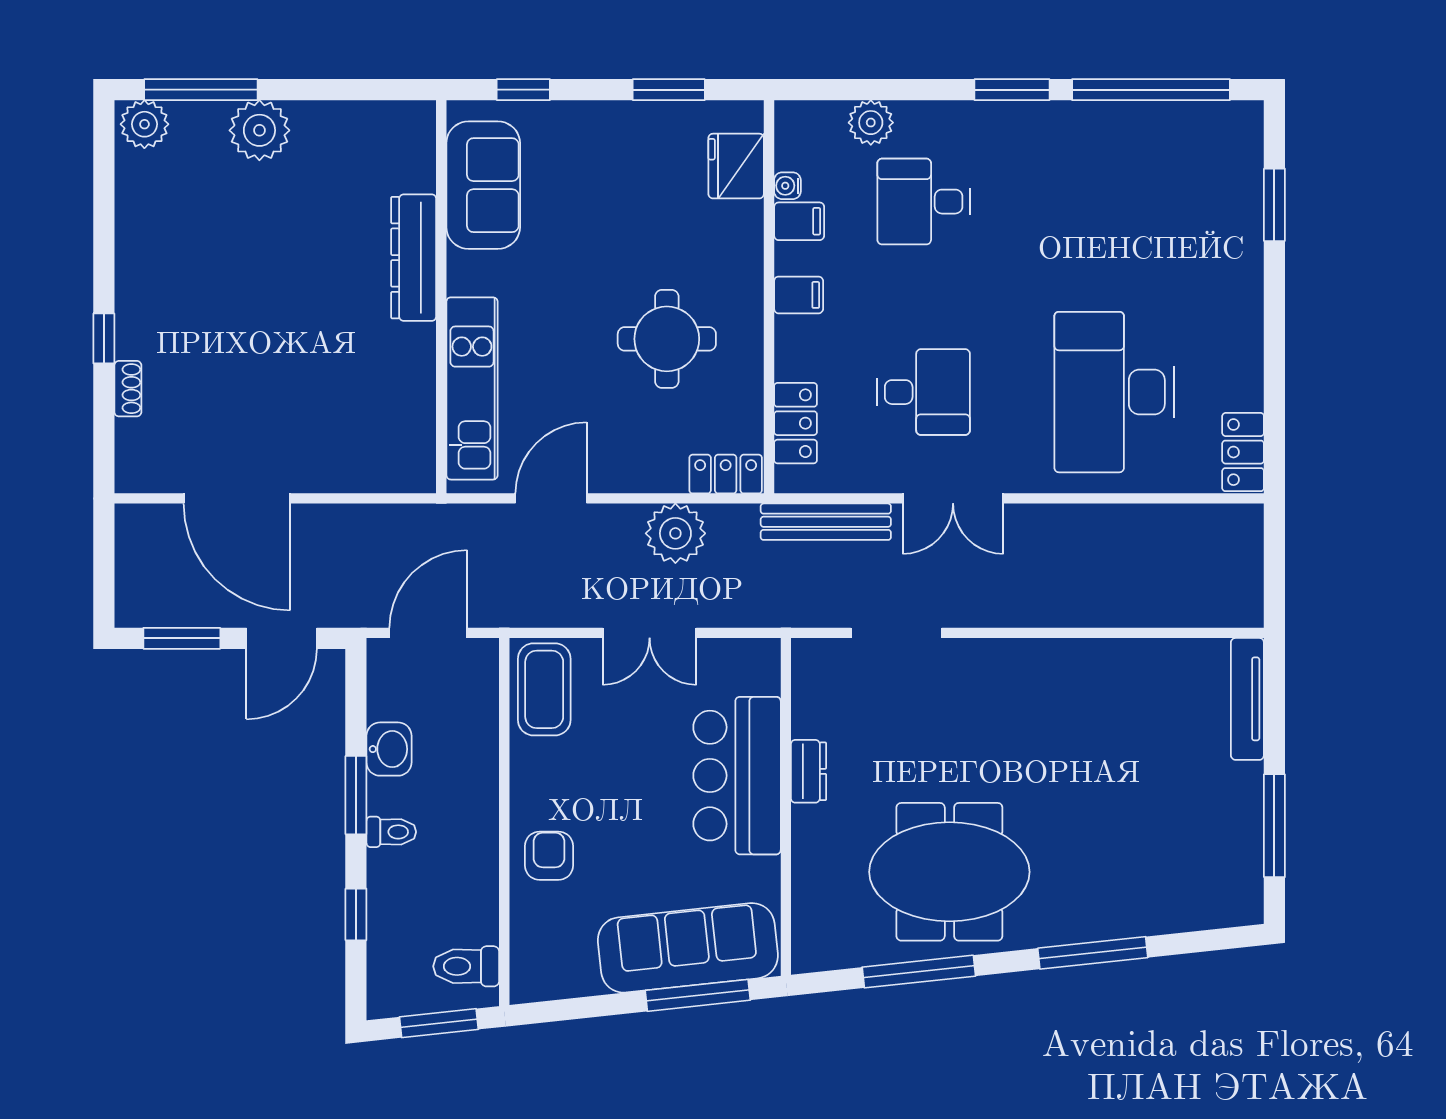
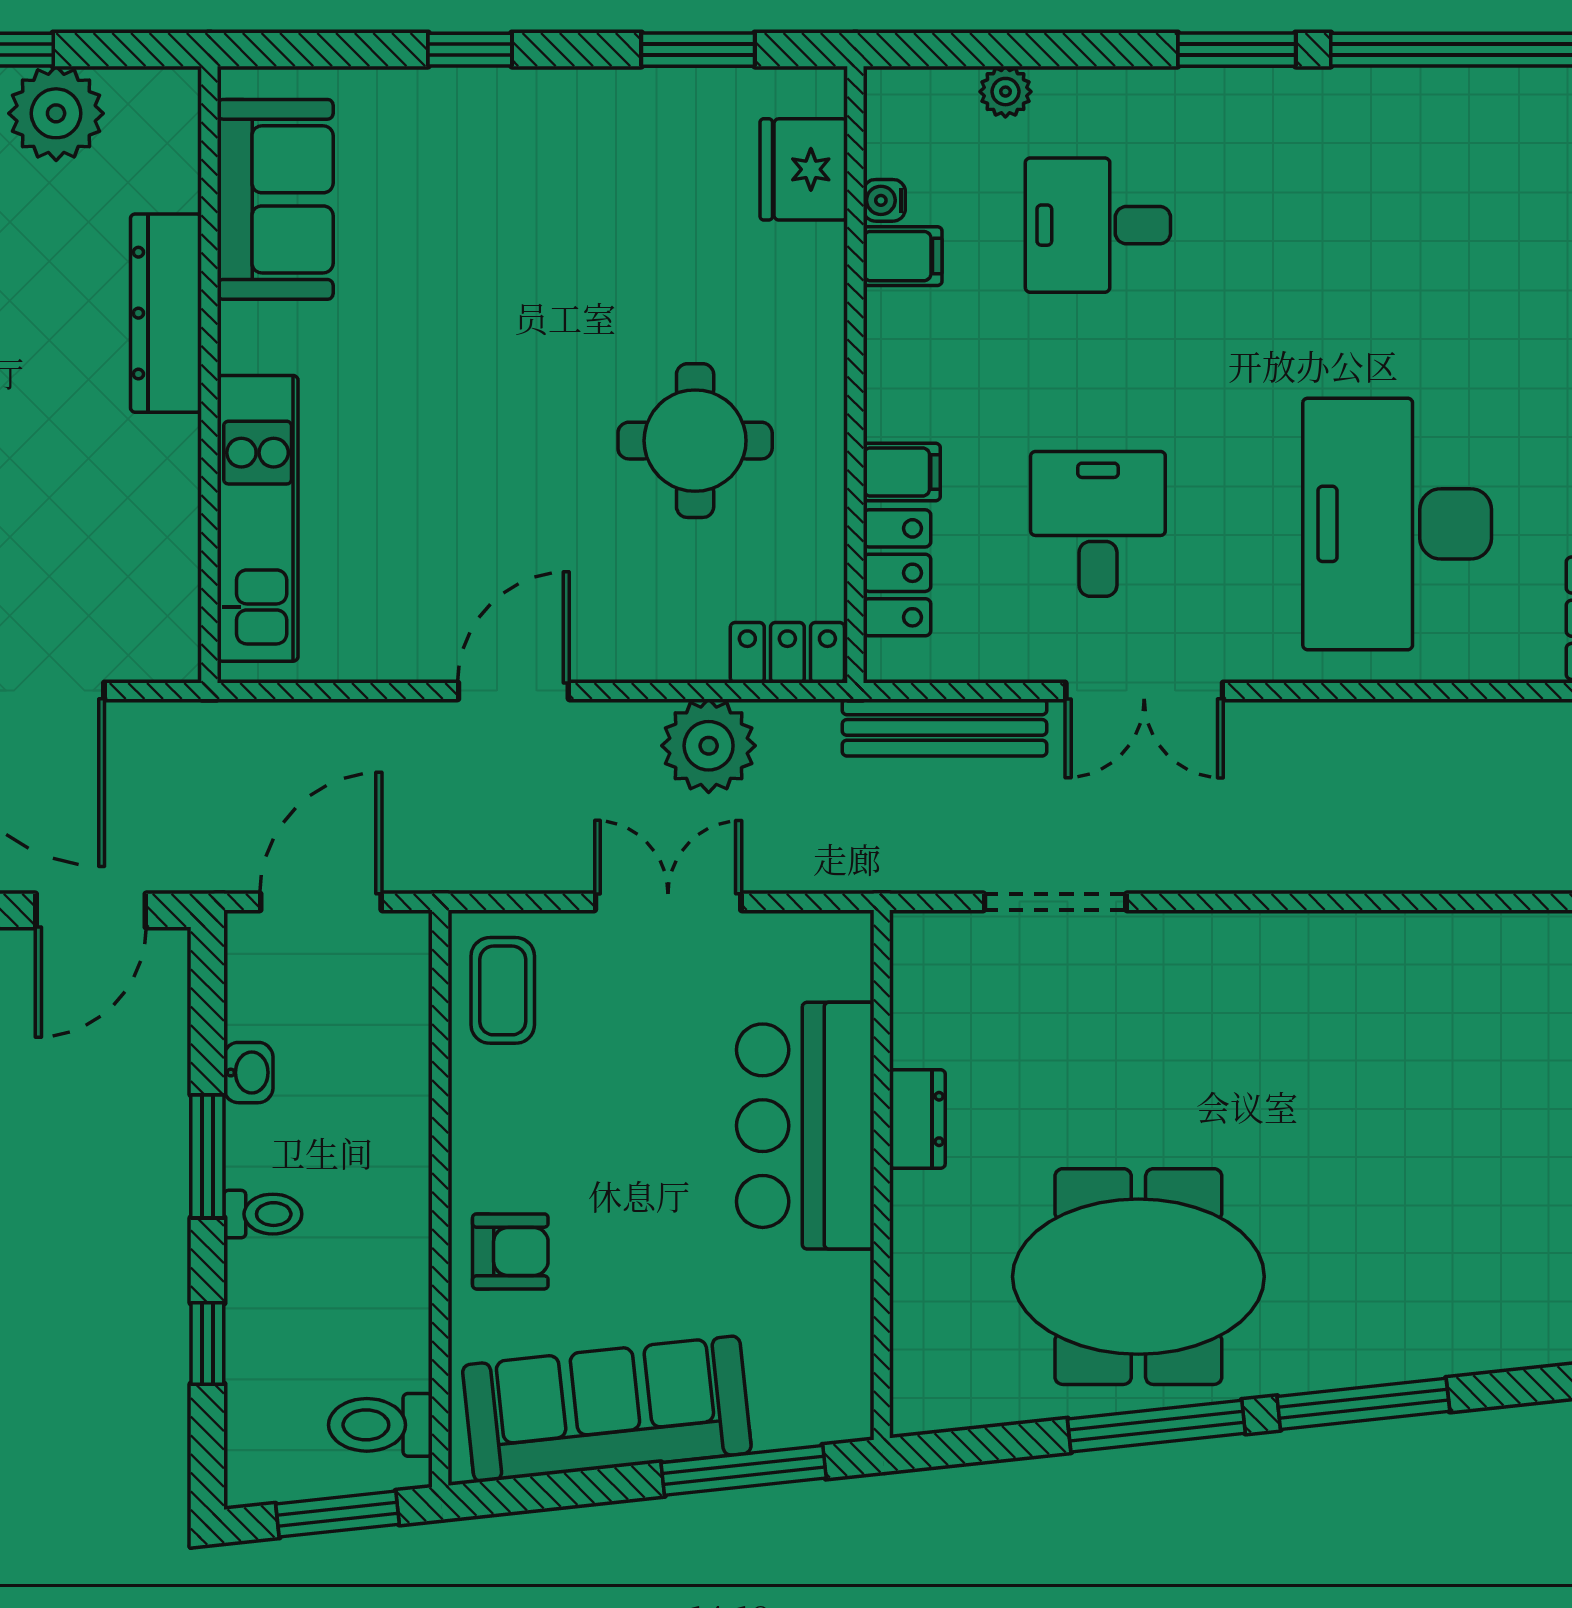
plant: (871, 123) -> (1005, 92), width x0.73, depth x0.73
sofa: (483, 185) -> (275, 199), moved
dresser: (414, 258) -> (166, 313), moved
filing cabinet: (799, 295) -> (902, 472), moved
wall: (441, 297) -> (209, 375), moved
kitchen unit: (472, 388) -> (258, 518), moved
desk: (924, 392) -> (1098, 524), turned -90
double door: (650, 633) -> (668, 902), swing flipped
coffee table: (544, 689) -> (503, 990), width x0.73, depth x0.77
washbasin: (389, 749) -> (248, 1073), width x0.72, depth x0.69
armchair: (549, 856) -> (510, 1251), turned 90
sofa: (688, 948) -> (607, 1409), moved
window: (919, 972) -> (1156, 1426), moved

